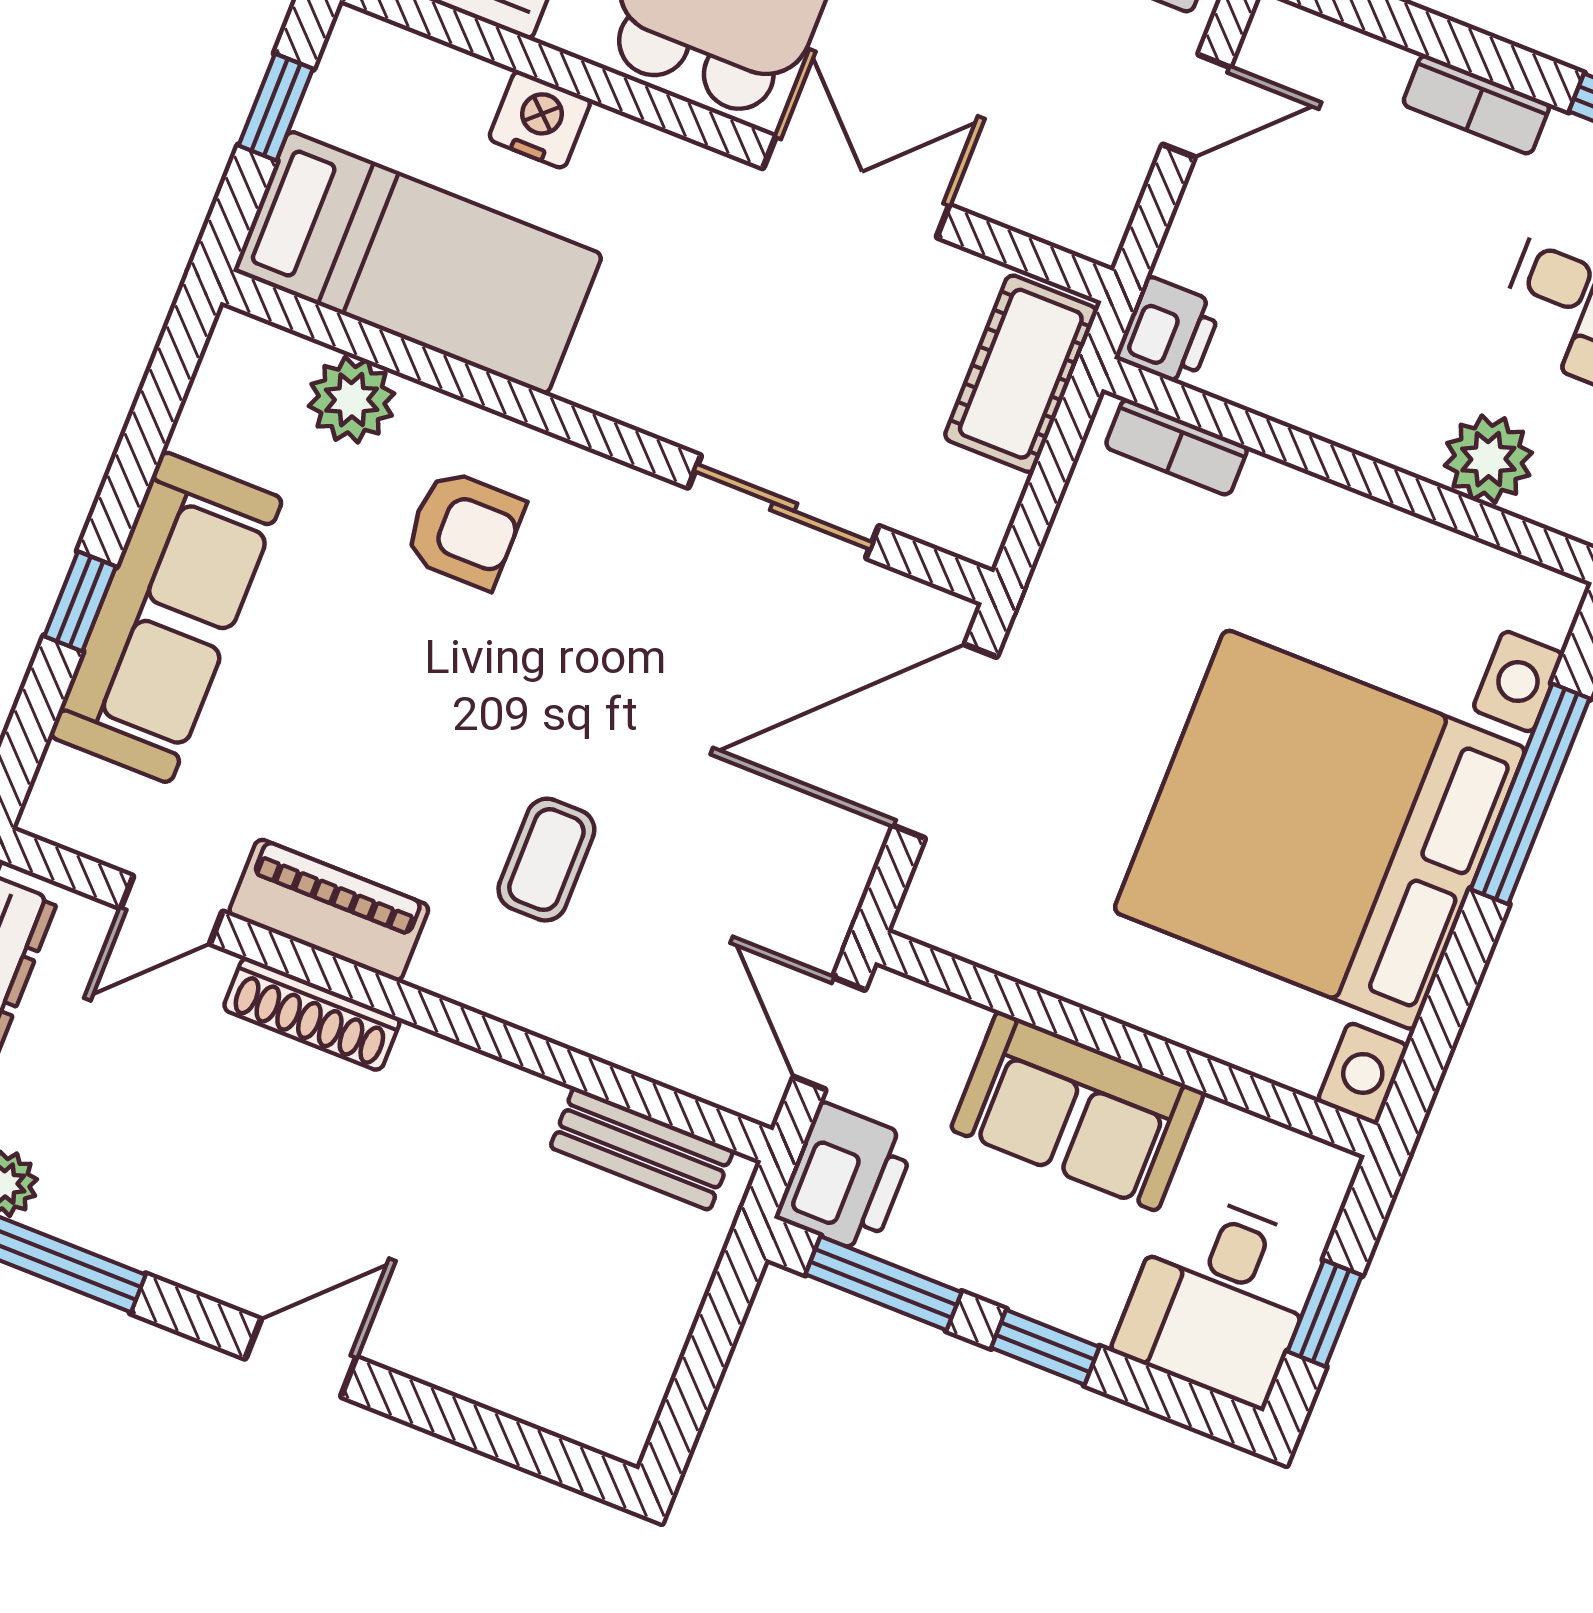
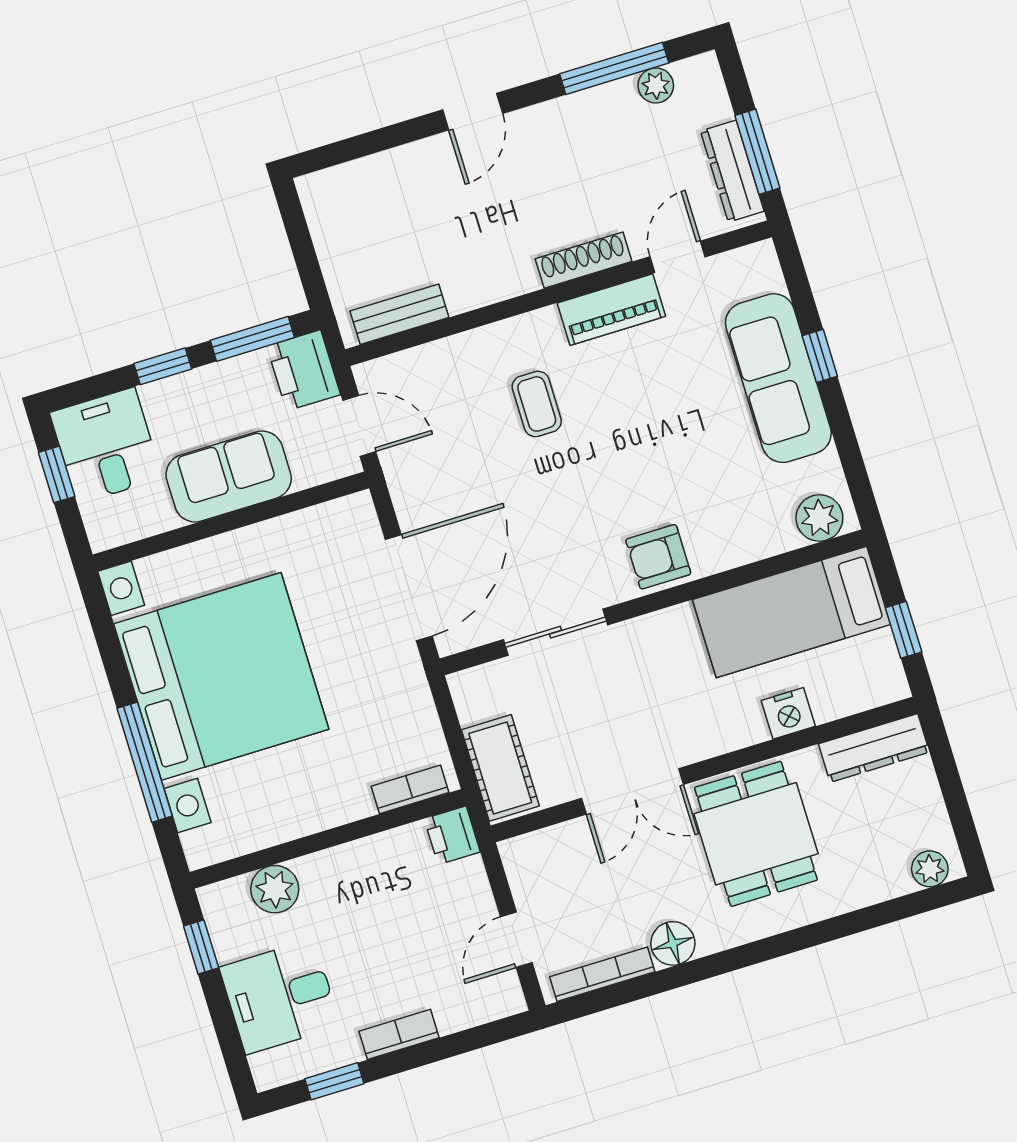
plant: (352, 400) -> (819, 518), moved
armchair: (464, 529) -> (658, 557), moved

